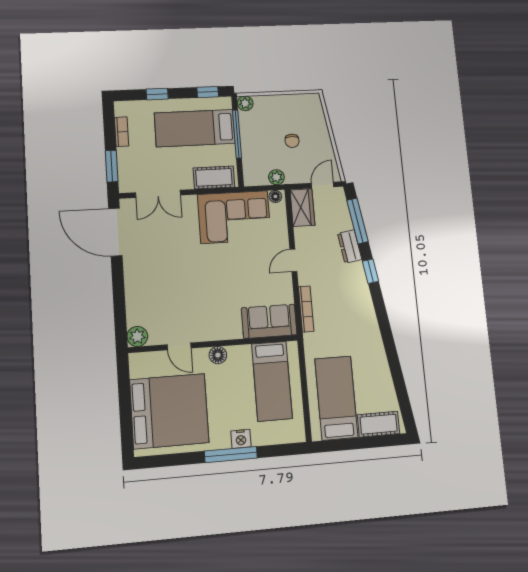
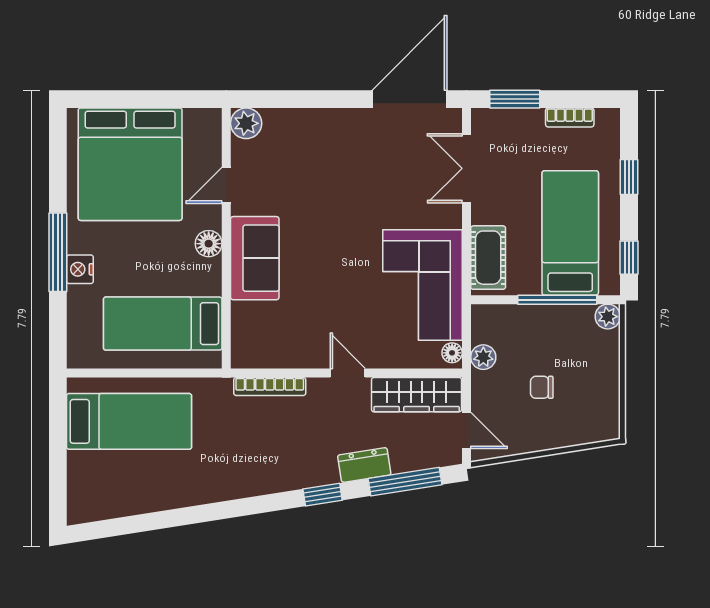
wardrobe: (302, 208) -> (417, 395), width x1.50
sofa: (269, 321) -> (255, 258), moved
cot: (379, 424) -> (84, 484), removed

